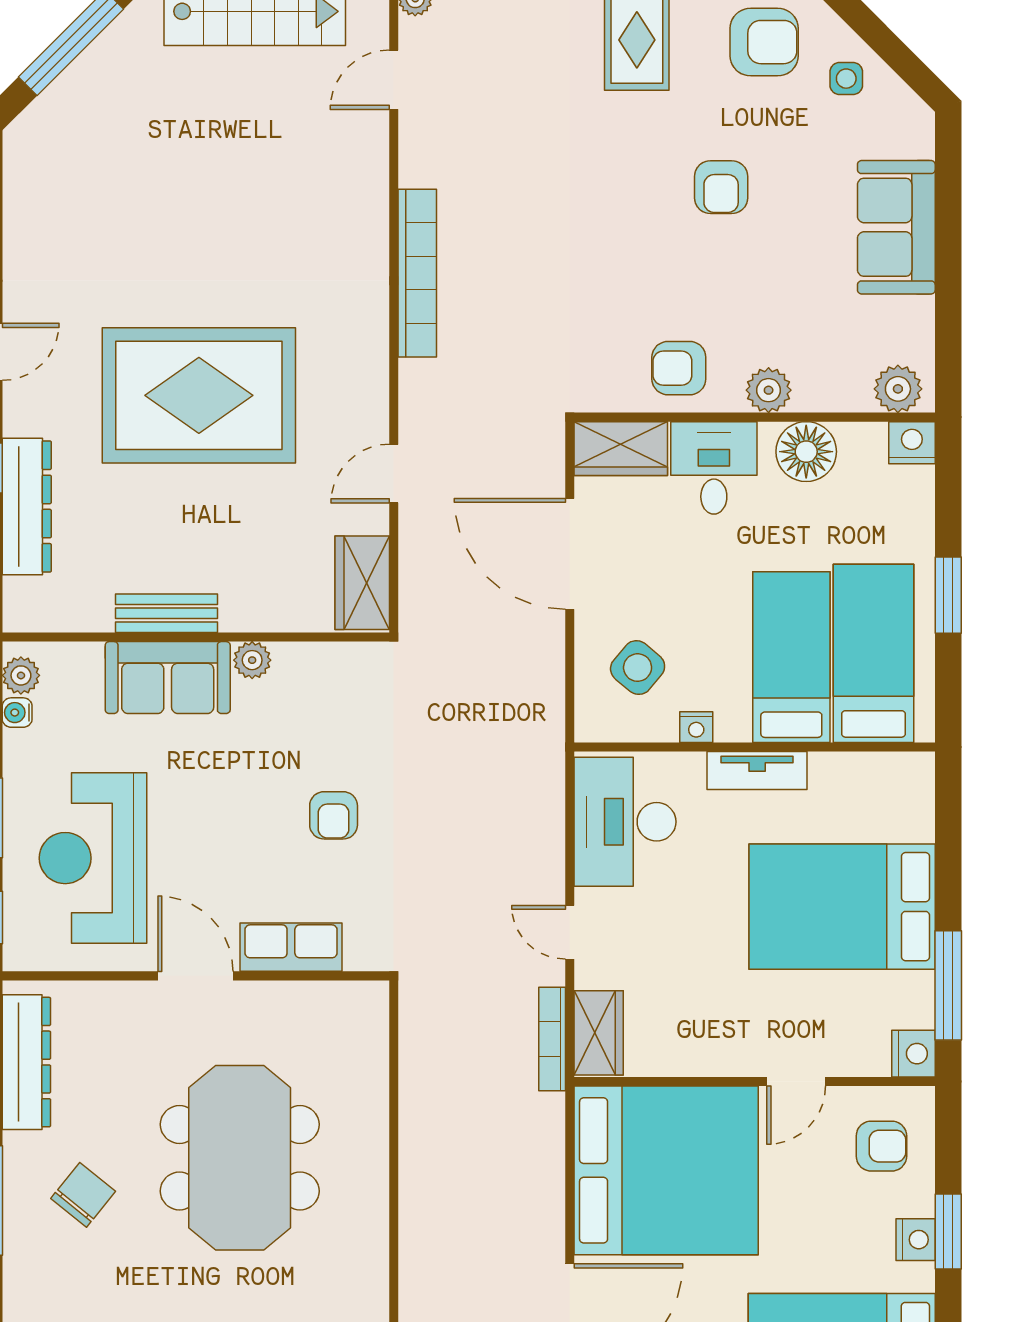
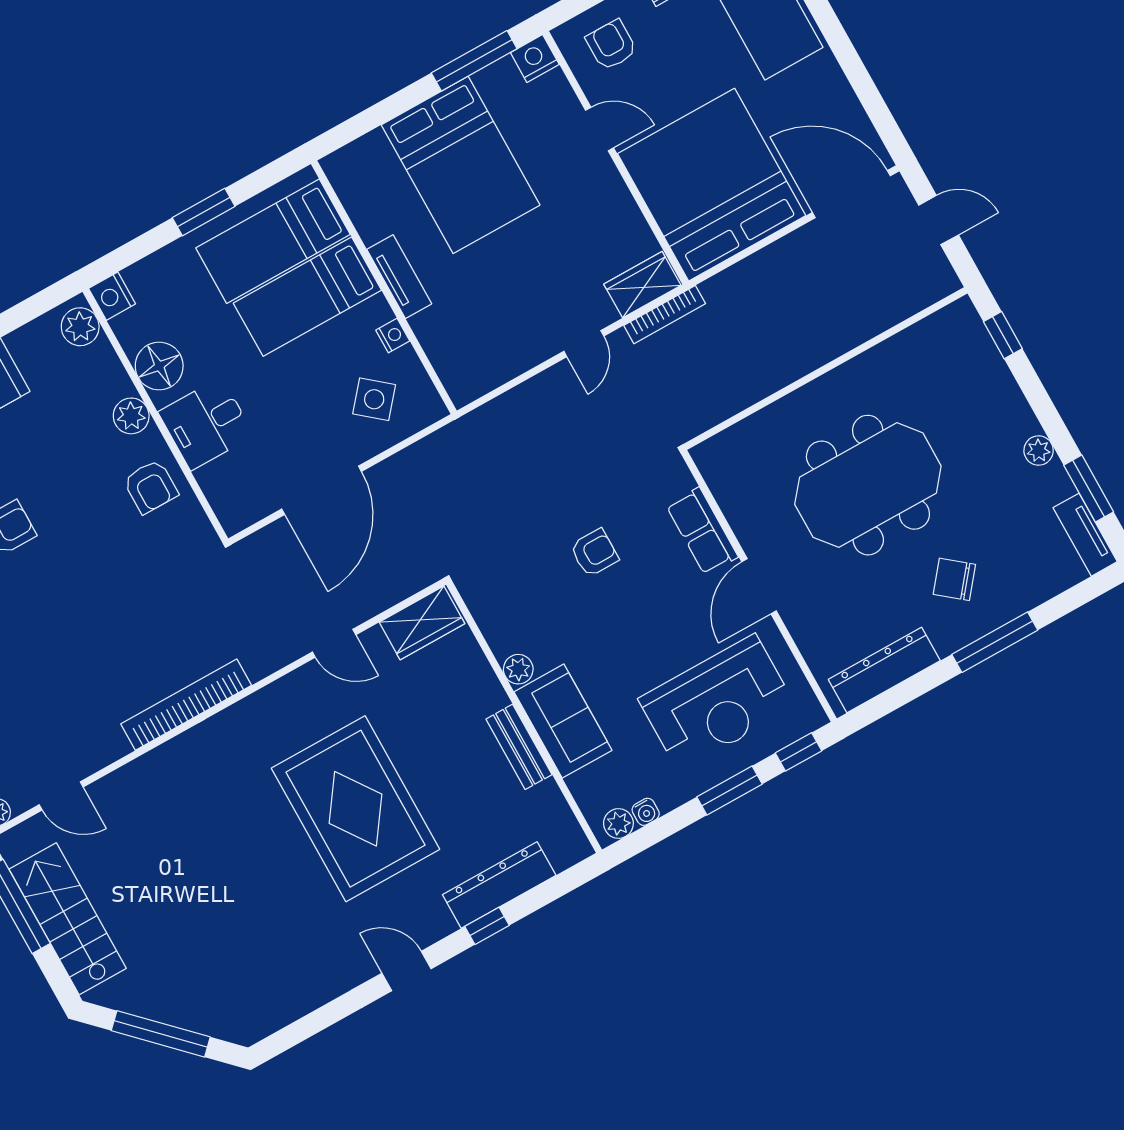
wardrobe: (621, 449) -> (229, 496), removed
desk: (625, 822) -> (486, 348), removed

